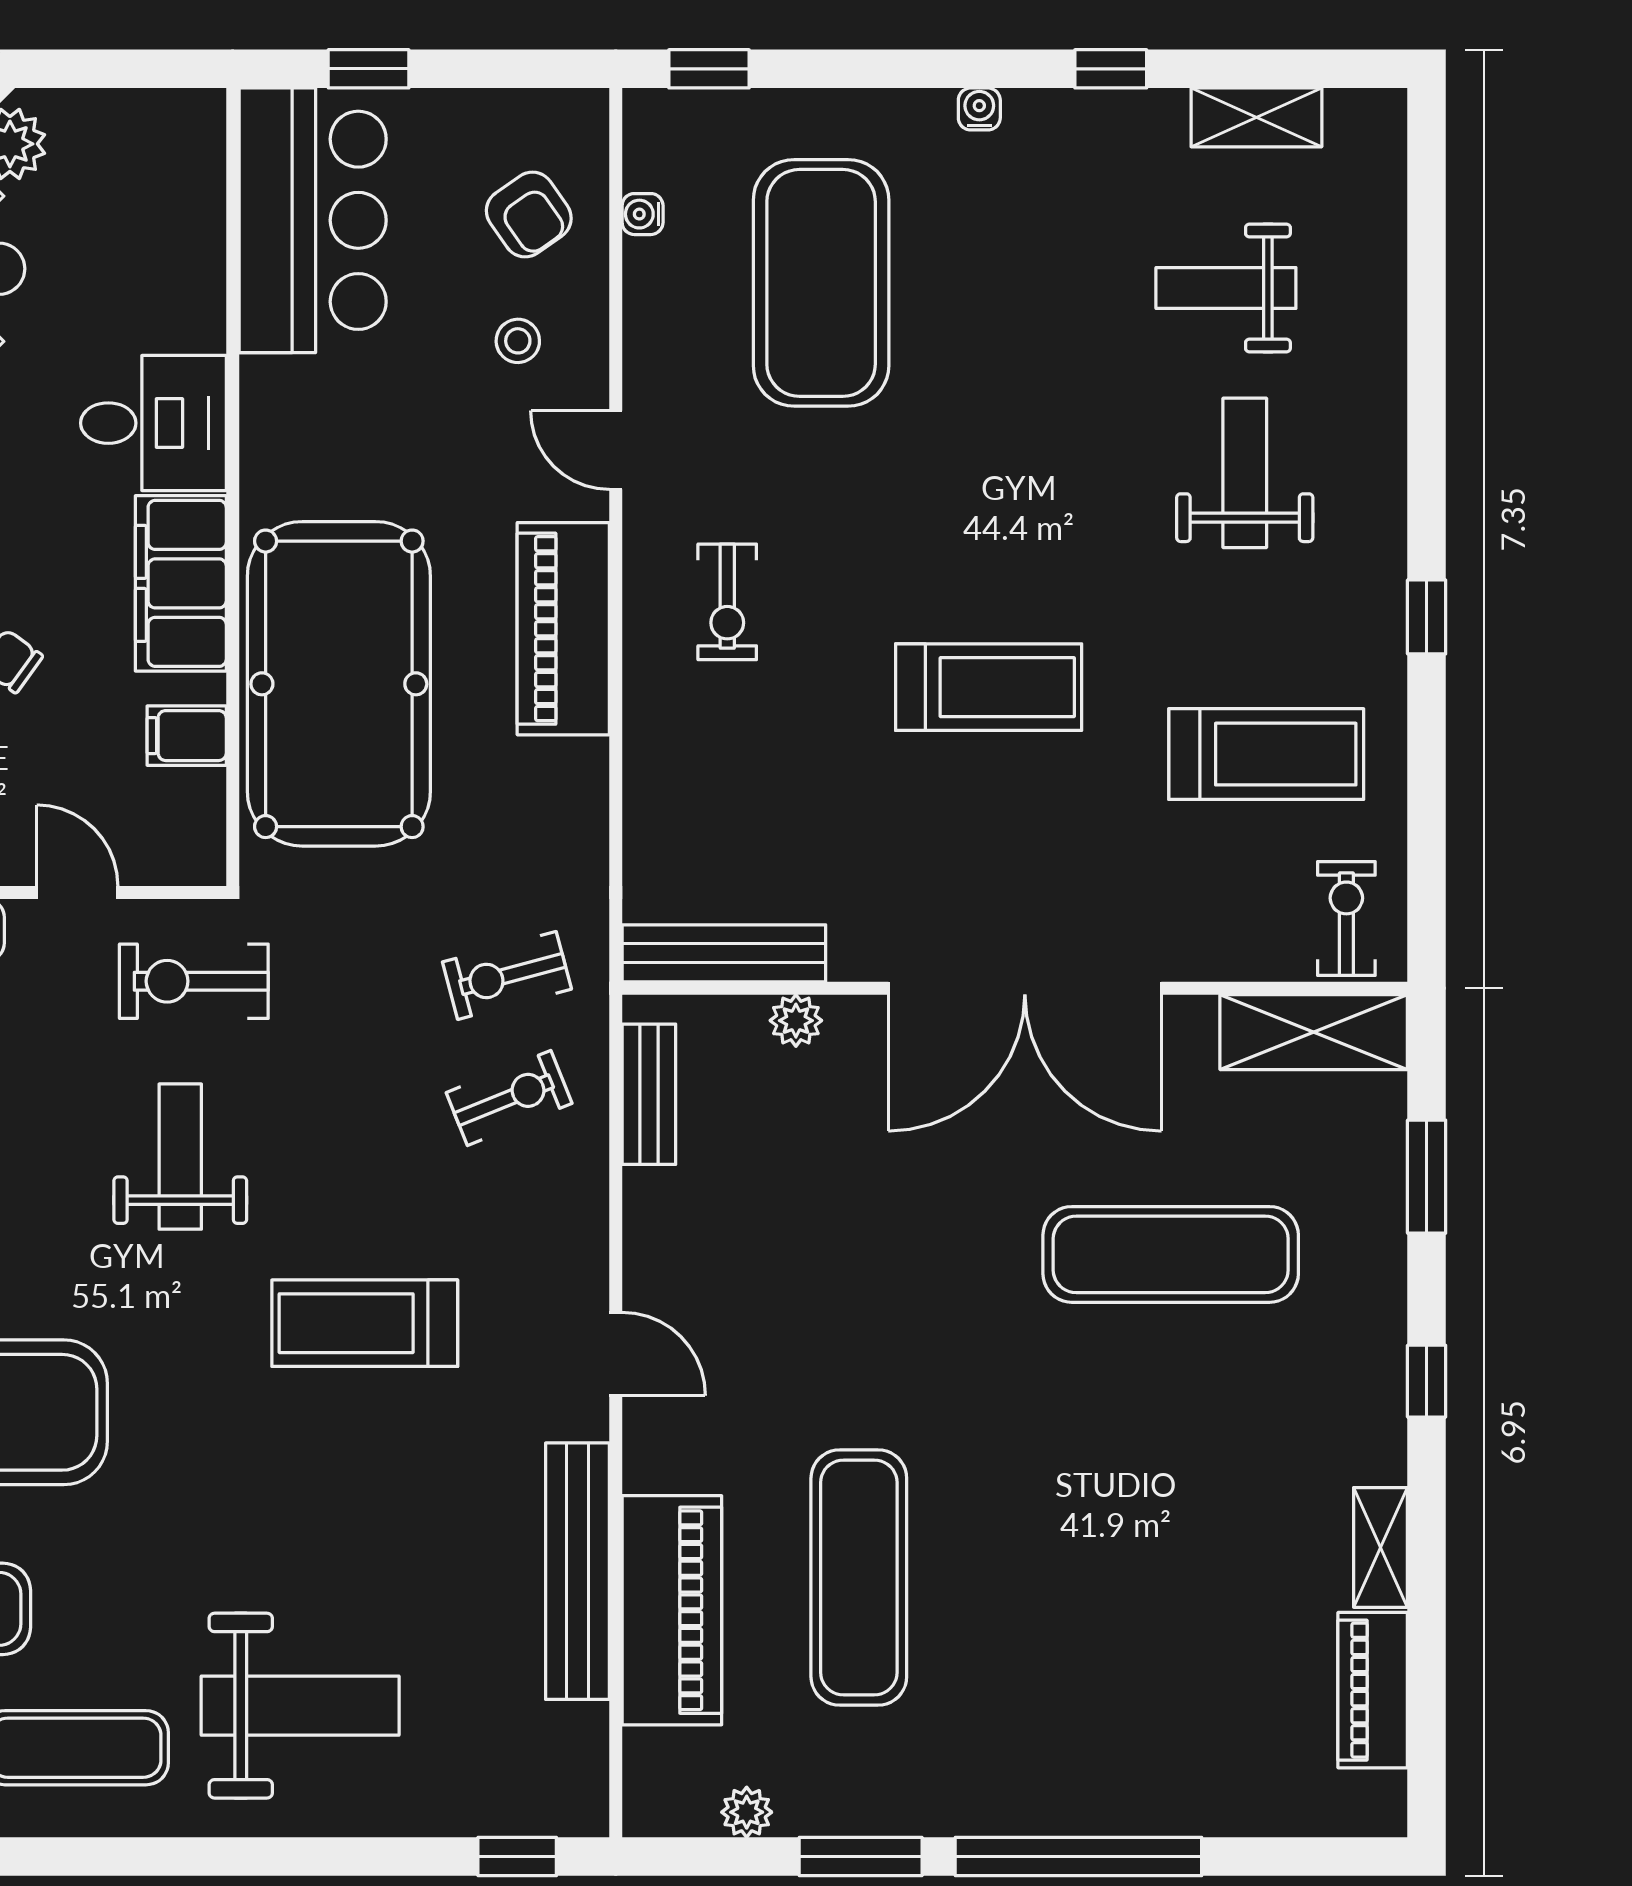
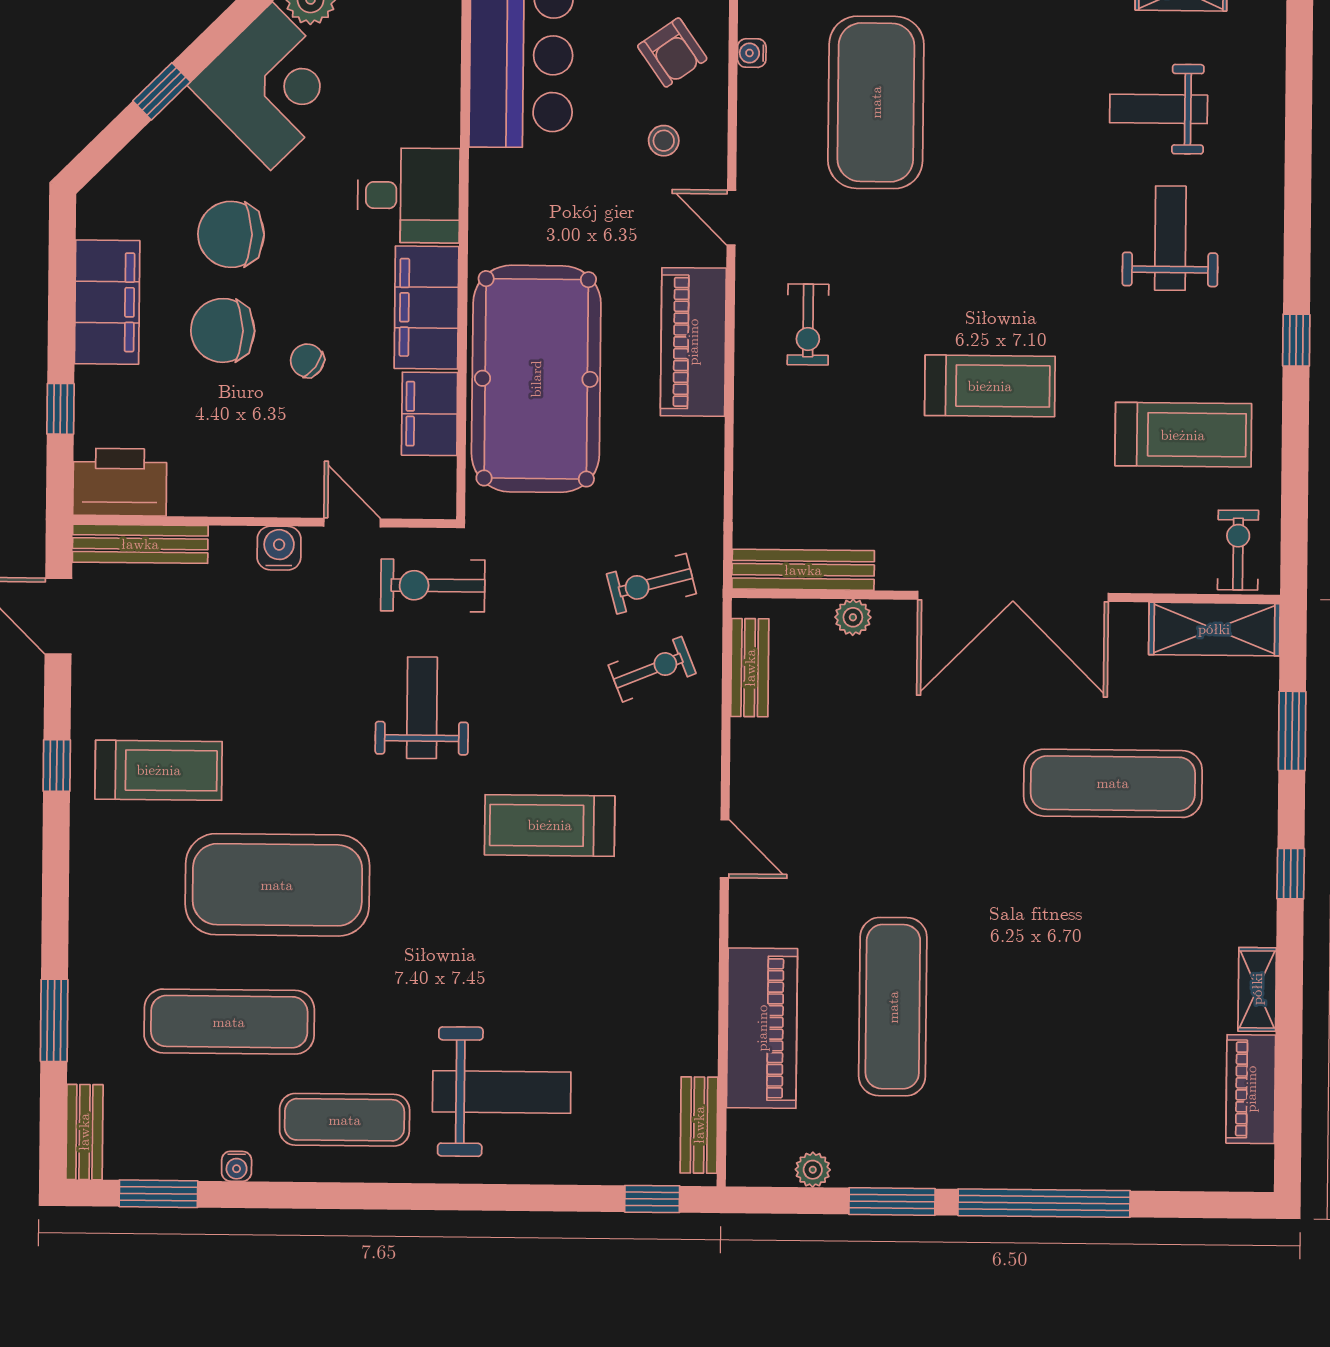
filing cabinet: (187, 736) -> (430, 414), width x2.00
bench: (577, 1571) -> (699, 1125), moved, width x0.54, depth x0.82

